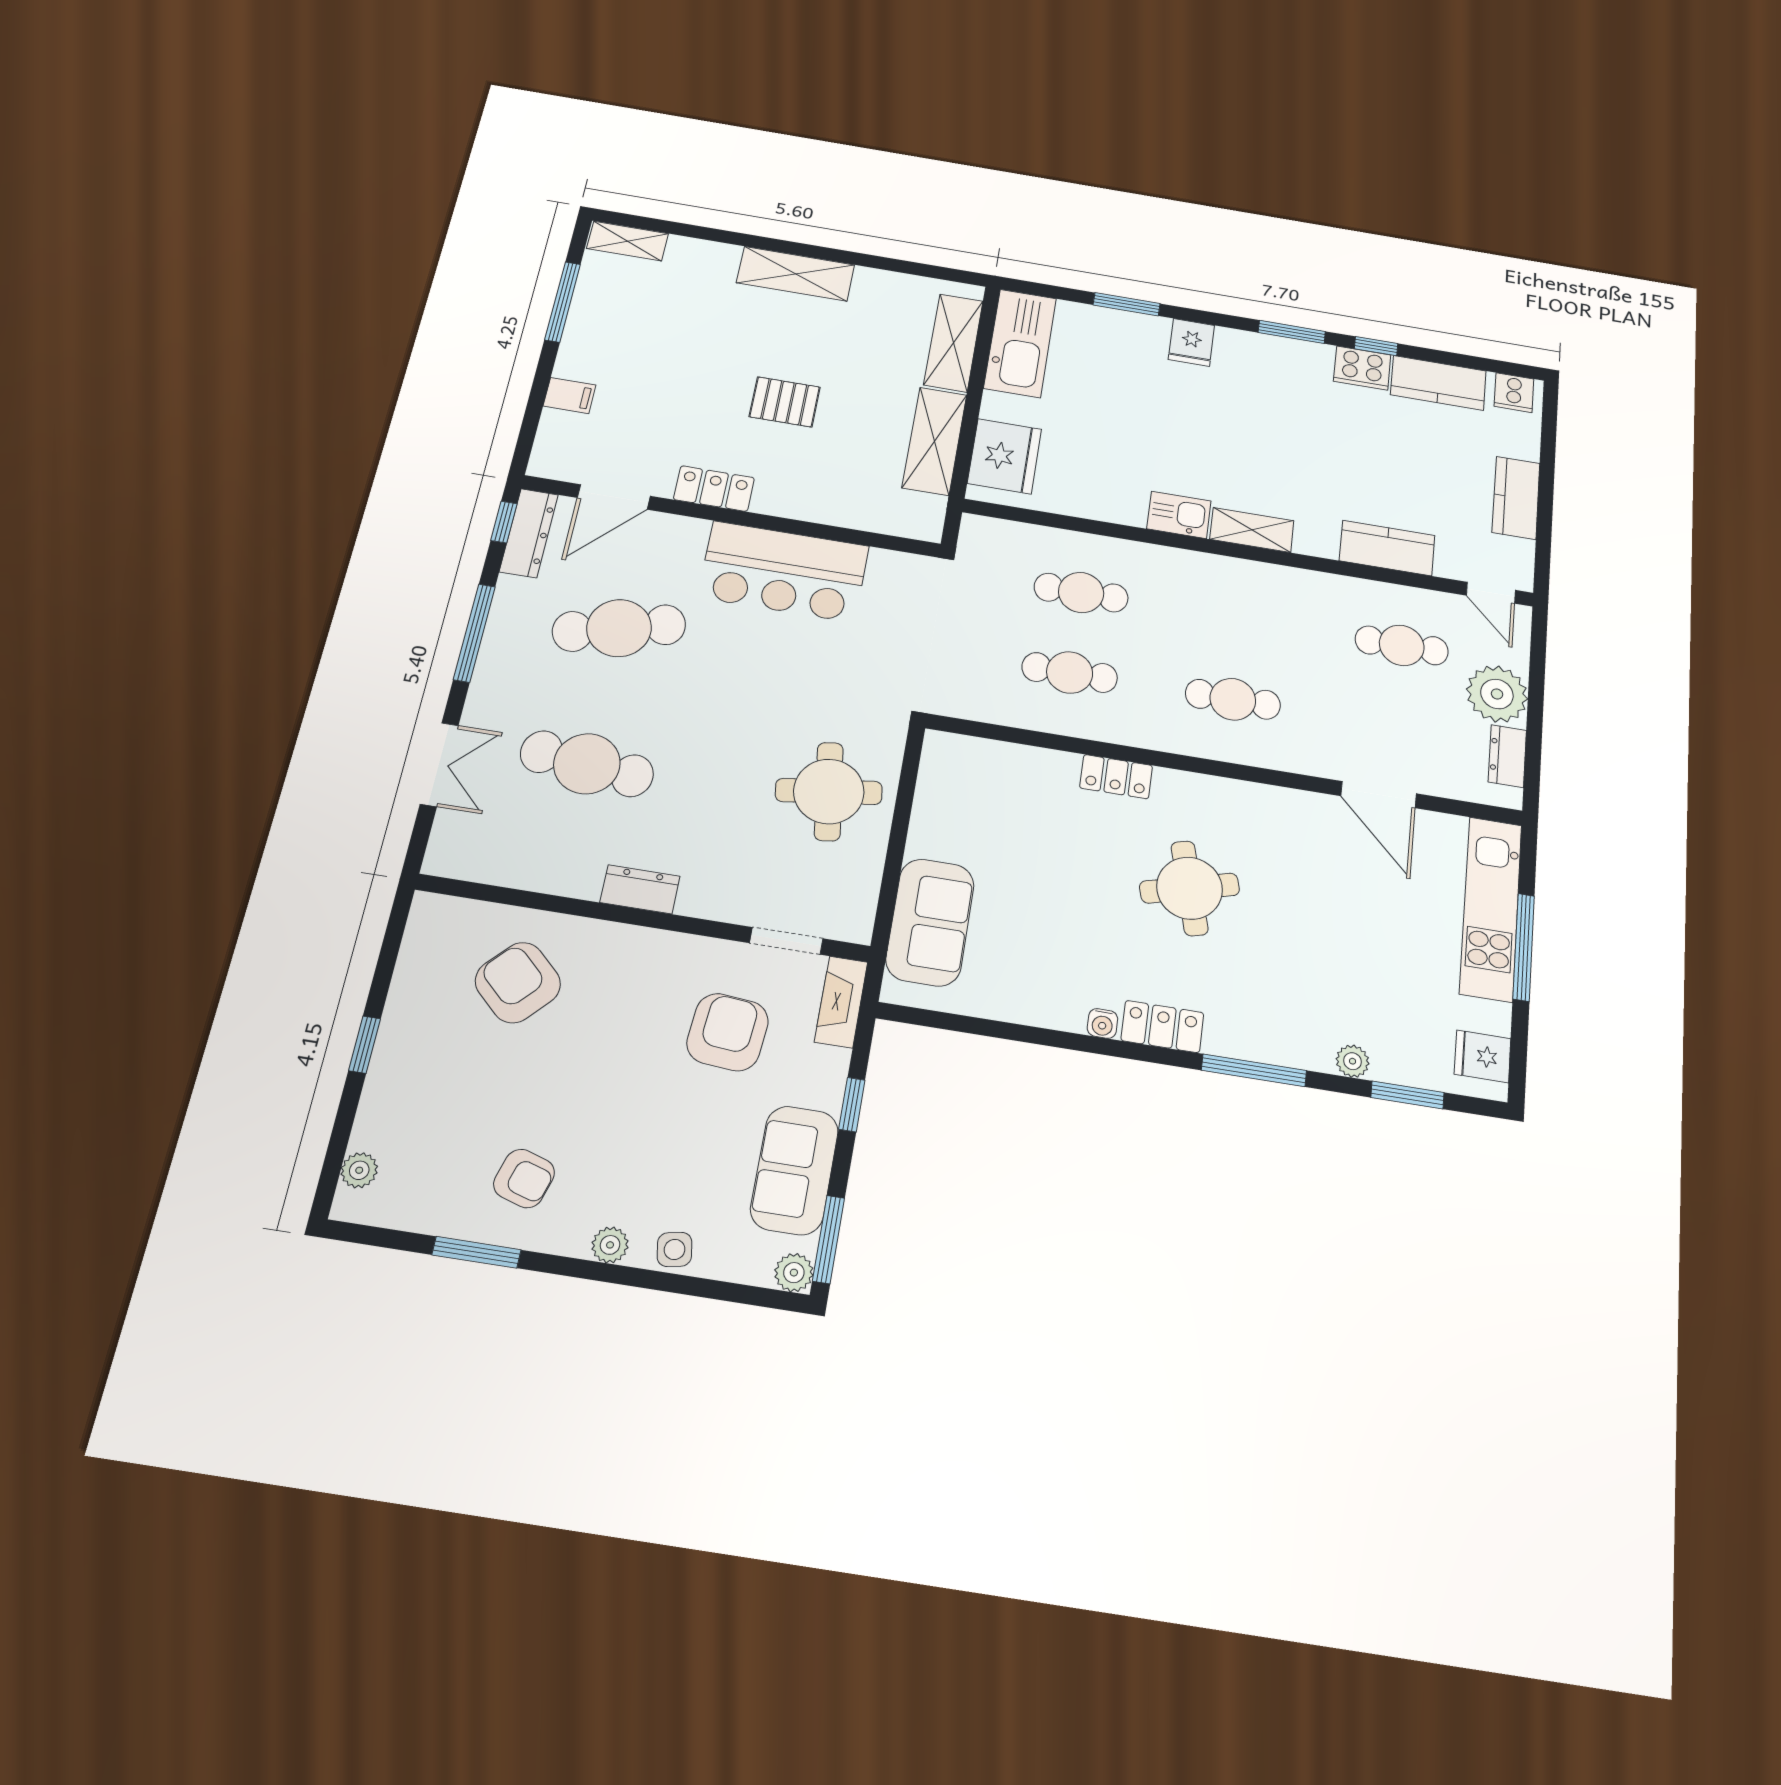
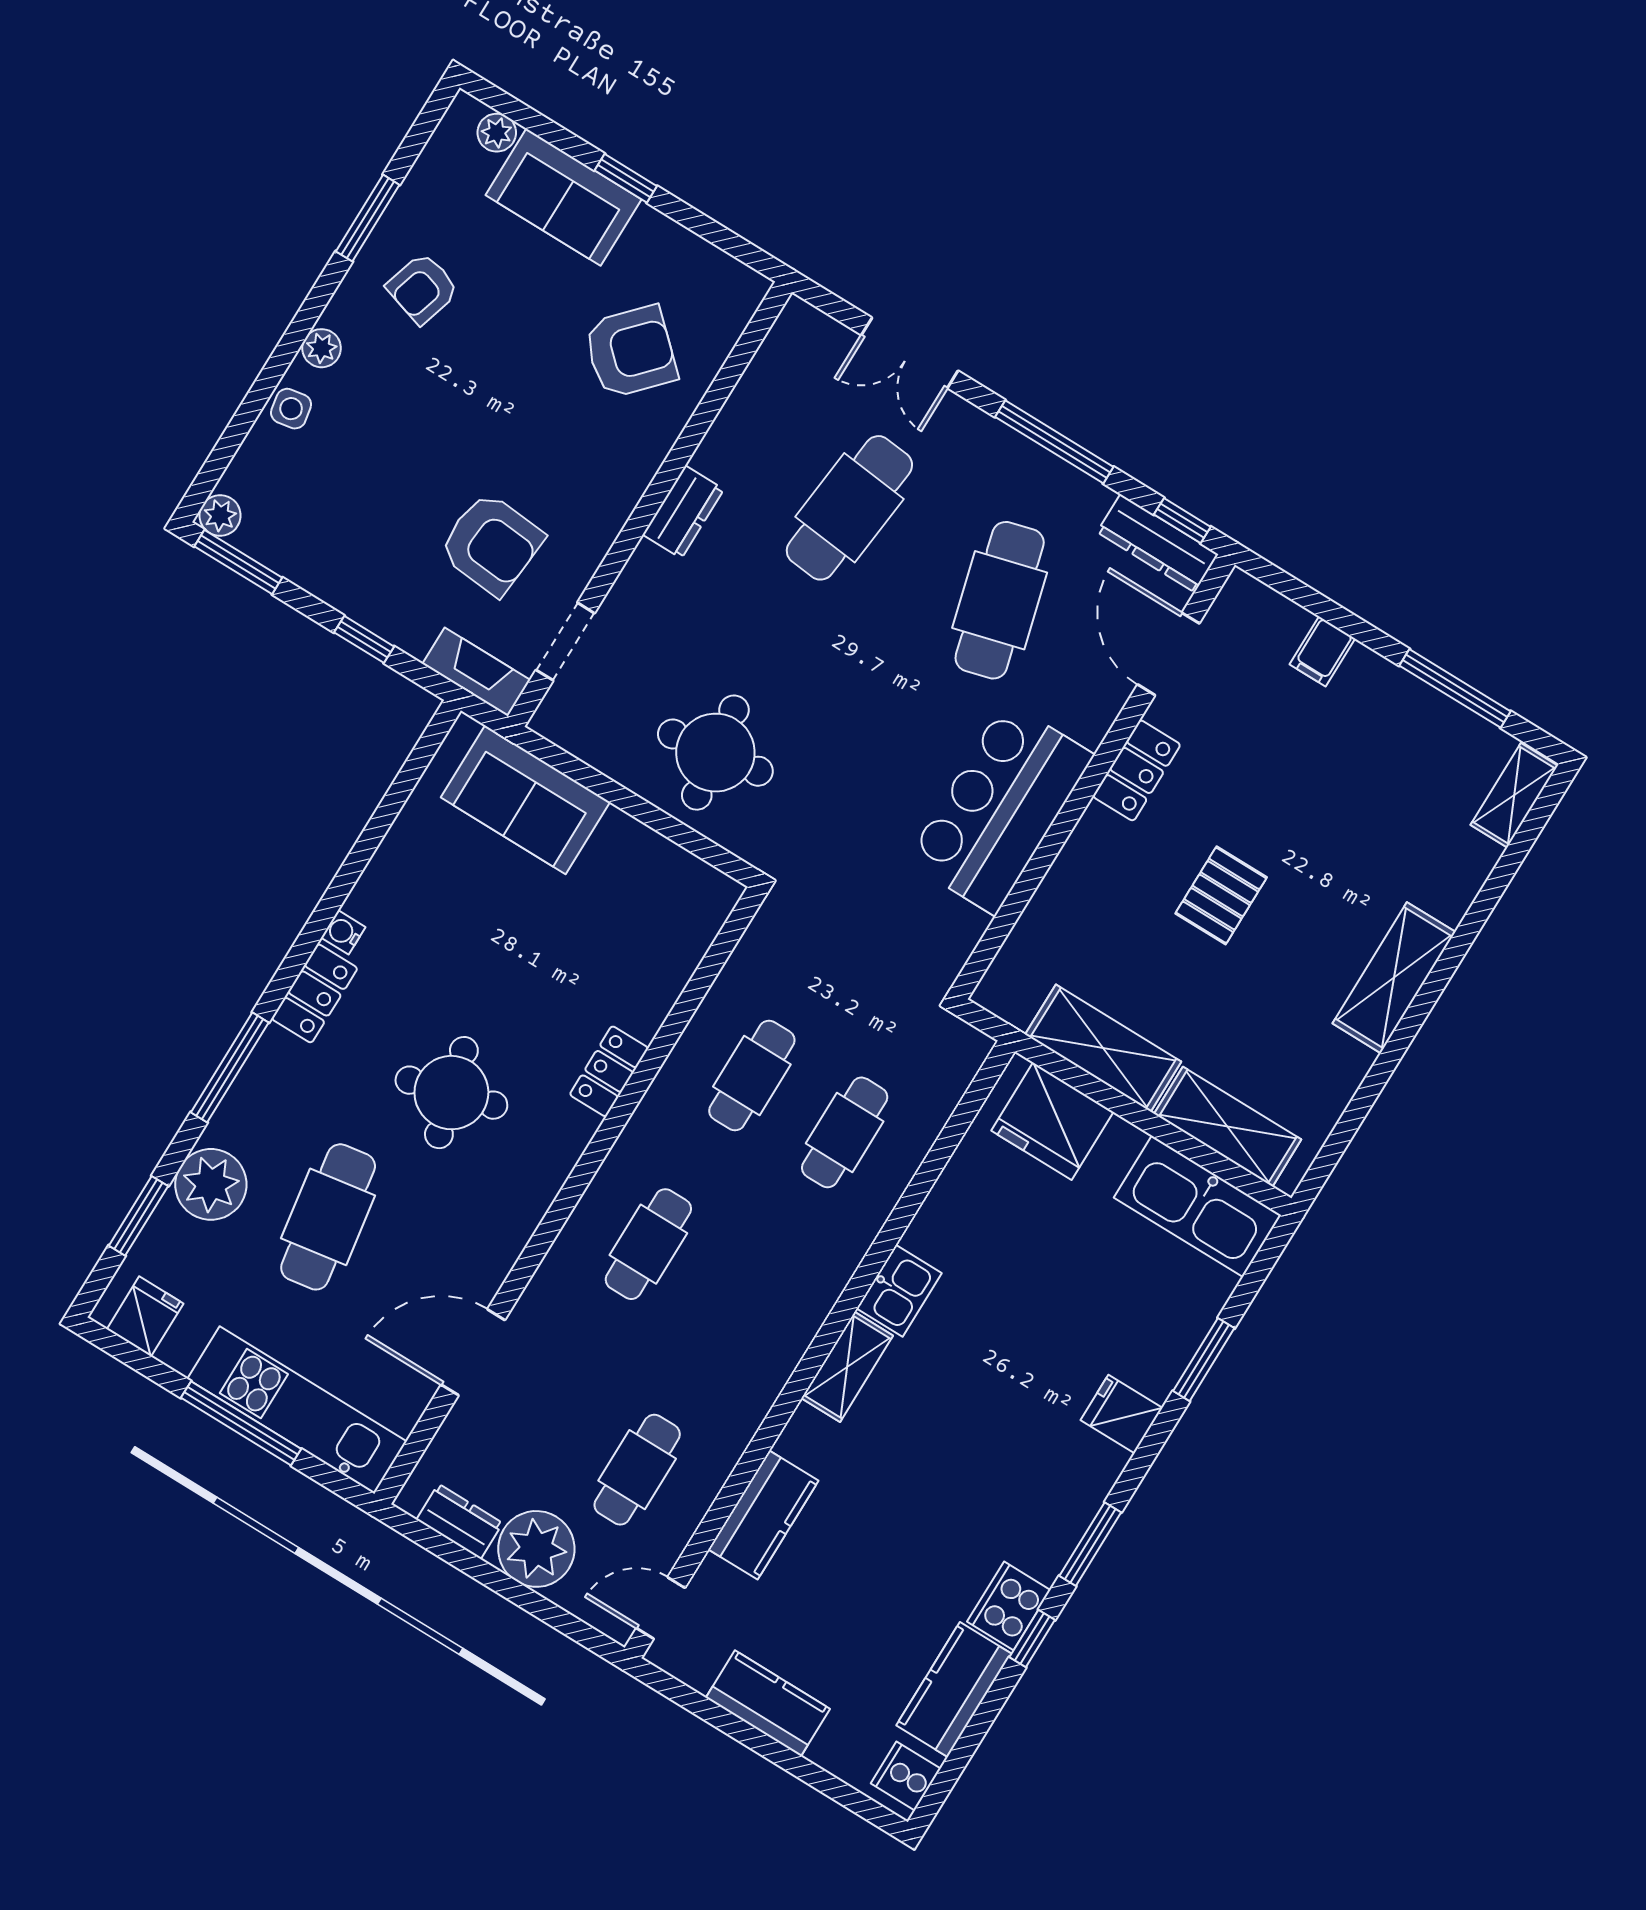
cafe table: (1332, 944) -> (328, 1217), added
plant: (1353, 1061) -> (211, 1184), width x1.88, depth x1.88
sofa: (794, 1170) -> (563, 197), moved, turned 180

